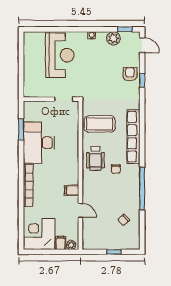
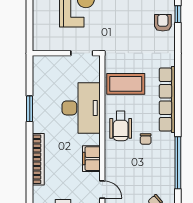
window: (142, 80) -> (178, 14), moved
window: (21, 130) -> (30, 109), moved
desk: (39, 143) -> (81, 108), moved, turned 180
filing cabinet: (72, 190) -> (91, 159), width x2.00

